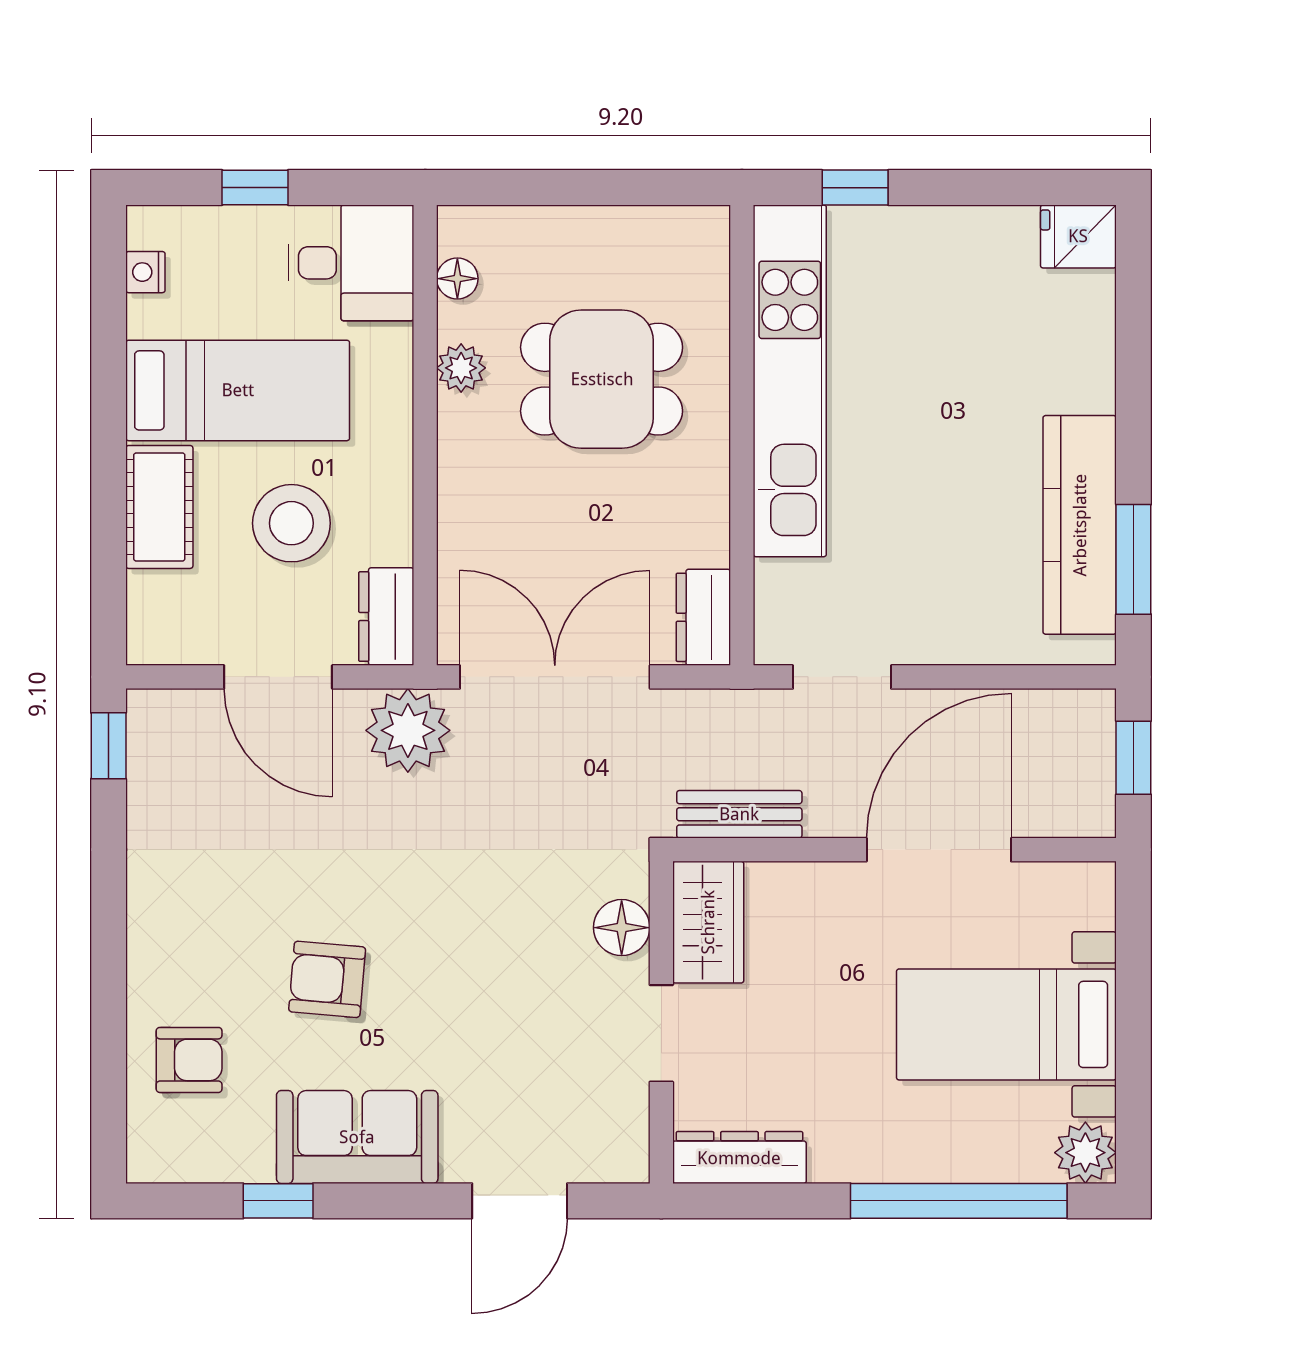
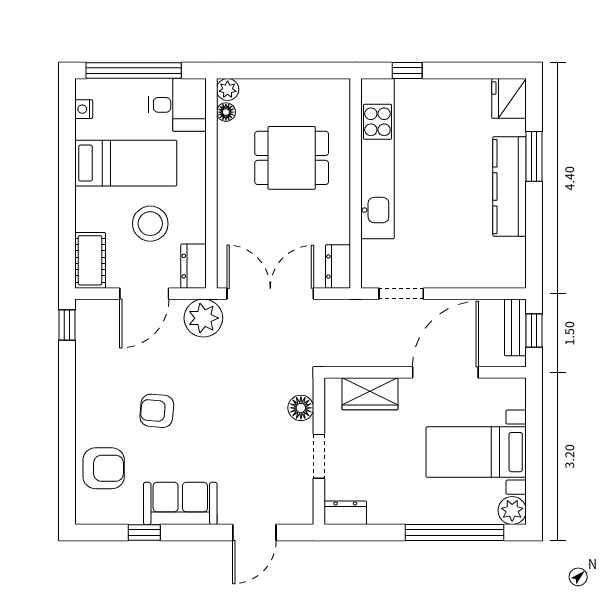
window: (255, 188) -> (134, 71), width x3.17
fridge: (1078, 236) -> (509, 98), width x1.38
plant: (461, 368) -> (228, 90), moved
cot: (159, 507) -> (90, 260), moved
kitchen counter: (1080, 525) -> (510, 187), moved
window: (1133, 559) -> (534, 156), moved
door: (278, 677) -> (144, 294), hinge flipped
bench: (739, 814) -> (515, 327), moved, turned 90
wardrobe: (708, 922) -> (370, 394), moved, turned 90
armchair: (327, 979) -> (157, 411), moved
armchair: (189, 1060) -> (104, 468), width x1.38, depth x1.38
dresser: (739, 1158) -> (345, 513), width x0.70

